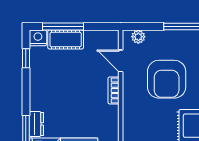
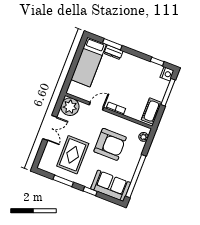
cot: (66, 40) -> (151, 111), moved
door: (121, 61) -> (96, 106), moved
armchair: (167, 79) -> (110, 144), turned 180

